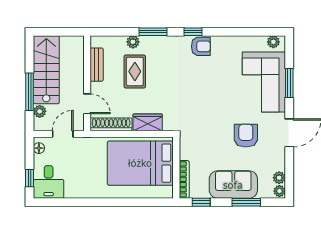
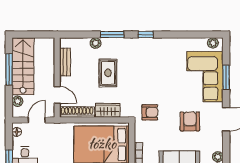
armchair: (201, 46) -> (150, 112), moved
rug: (135, 71) -> (108, 73), moved
window: (30, 92) -> (9, 69), moved

